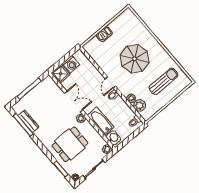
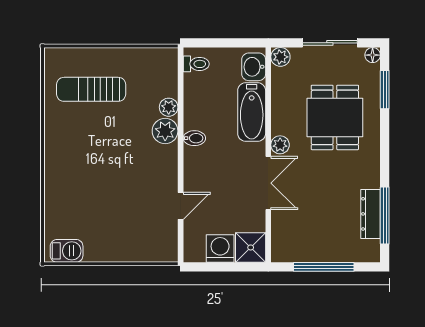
barbecue: (104, 34) -> (67, 251), moved
parasol: (135, 59) -> (107, 168), removed
door: (110, 82) -> (181, 206), moved
double door: (74, 101) -> (268, 183), swing flipped
plant: (139, 105) -> (165, 131), moved
dining table: (70, 144) -> (335, 117), turned 90

